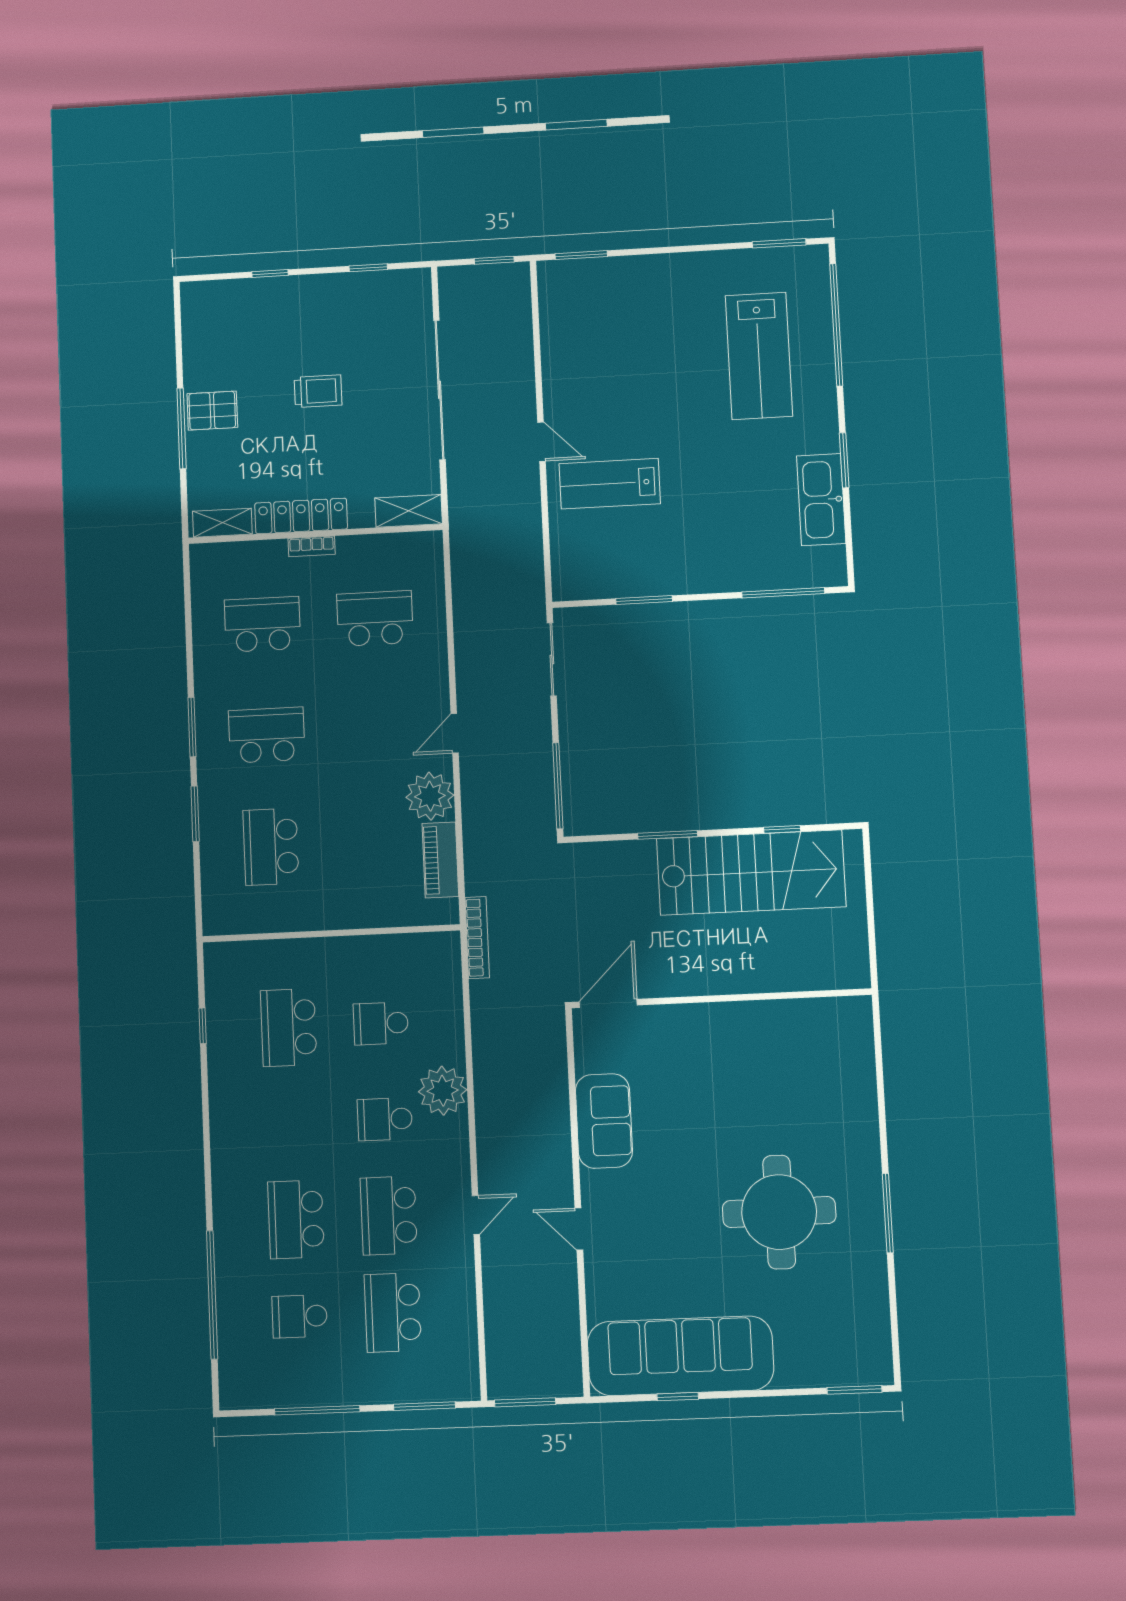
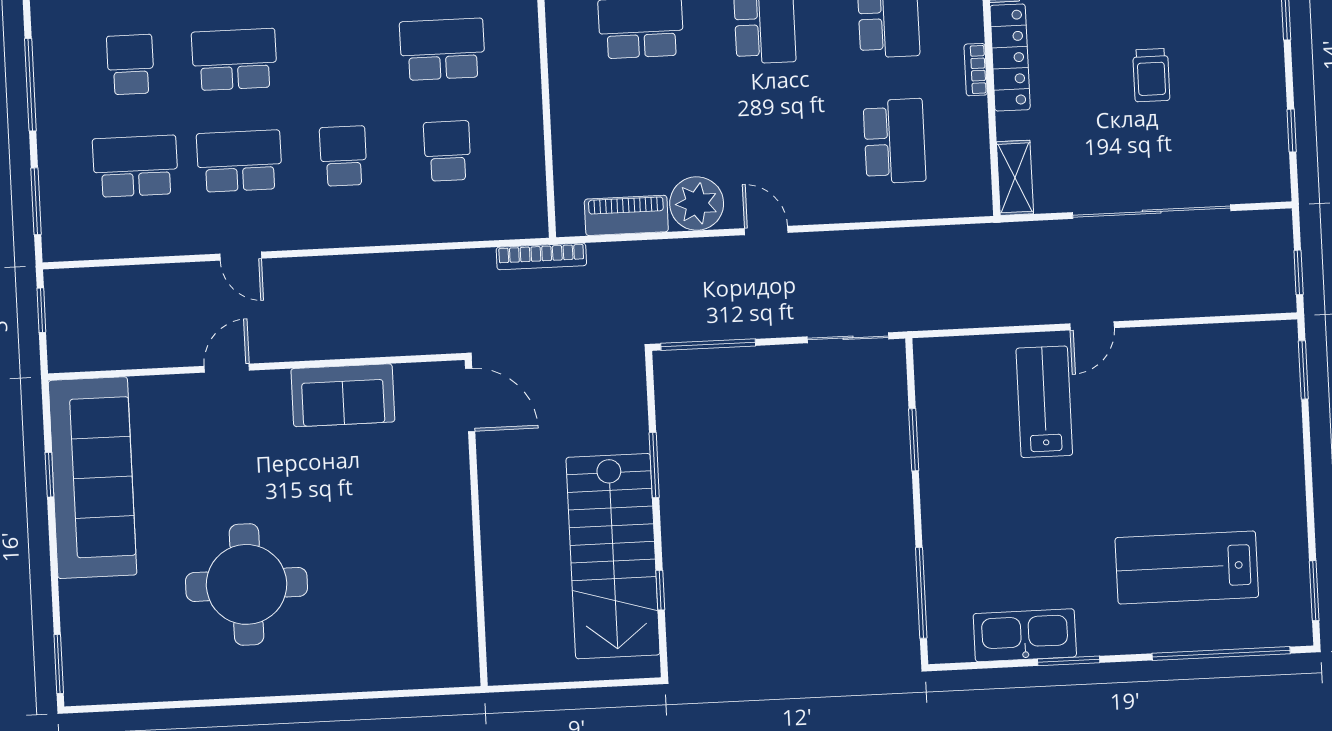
plant: (443, 1091) -> (375, 219), removed
window: (888, 1213) -> (246, 701), removed
window: (525, 1402) -> (41, 310), width x0.67

